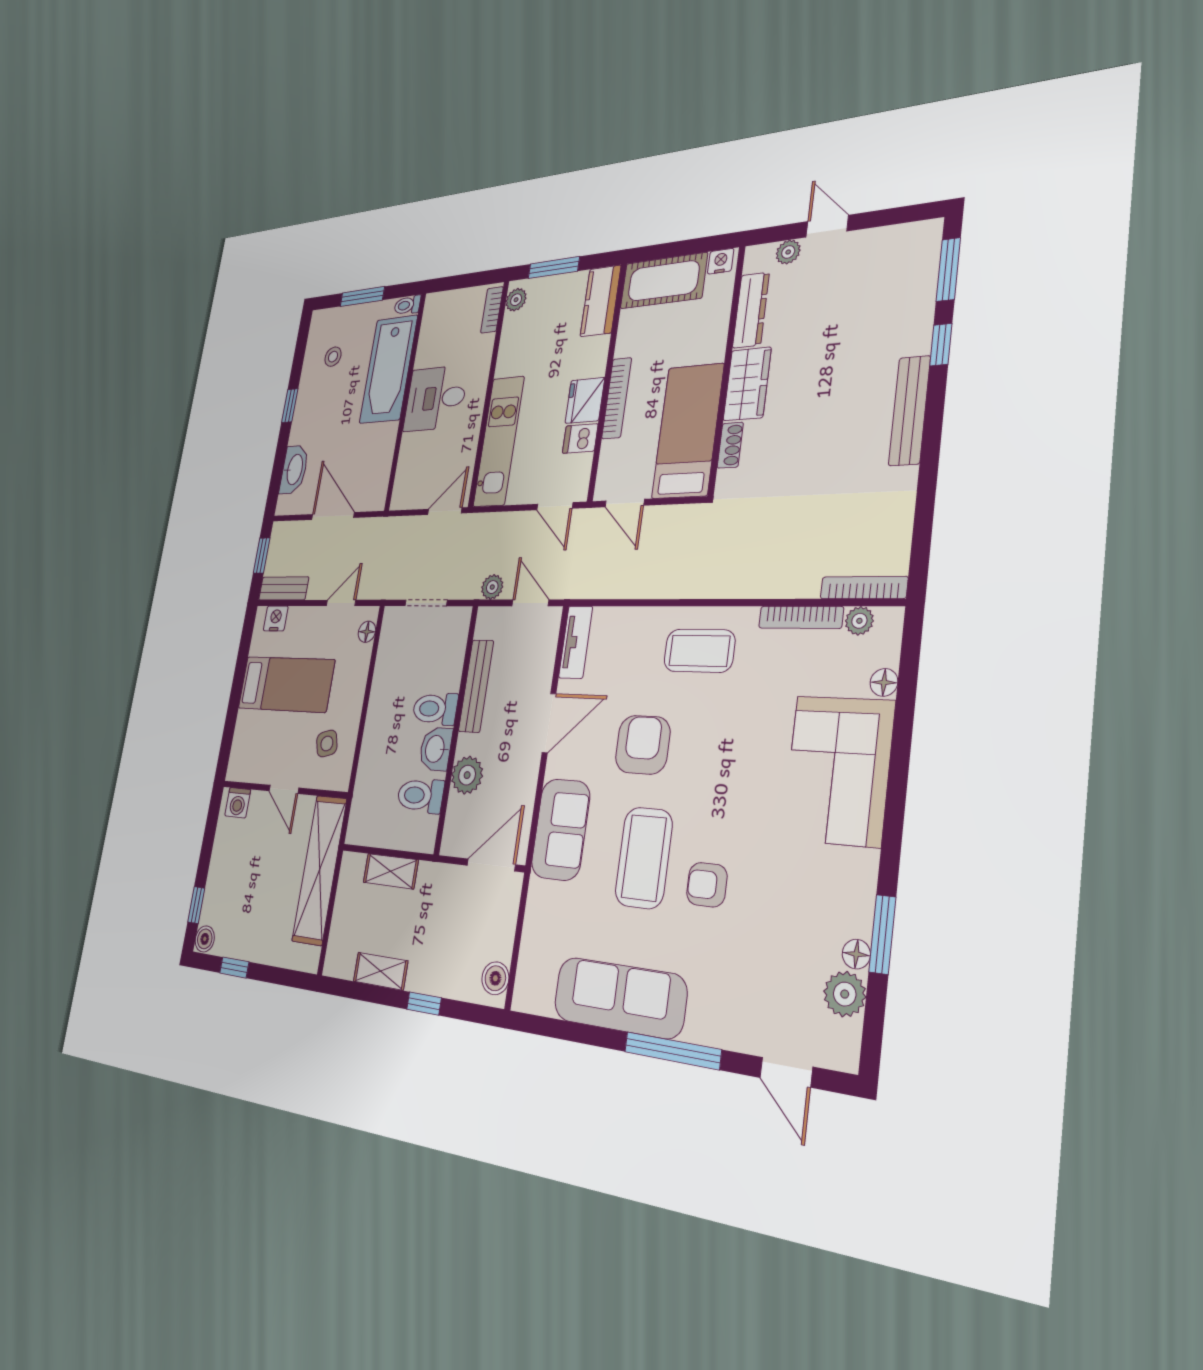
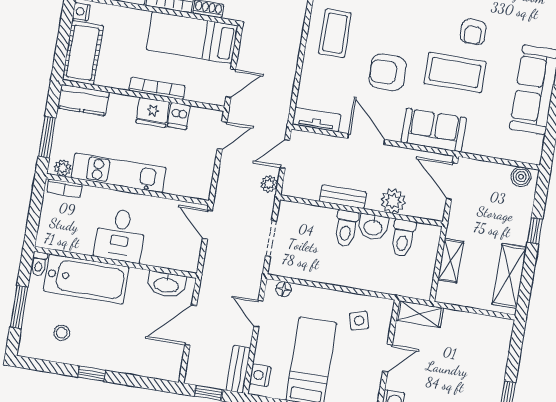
kitchen unit: (499, 441) -> (119, 173), moved
washbasin: (294, 470) -> (166, 284), moved, turned 180
bench: (476, 686) -> (343, 197), width x0.73
shelving: (319, 870) -> (420, 314), width x0.45, depth x0.75
shelving: (381, 971) -> (509, 276), width x1.50, depth x1.33

